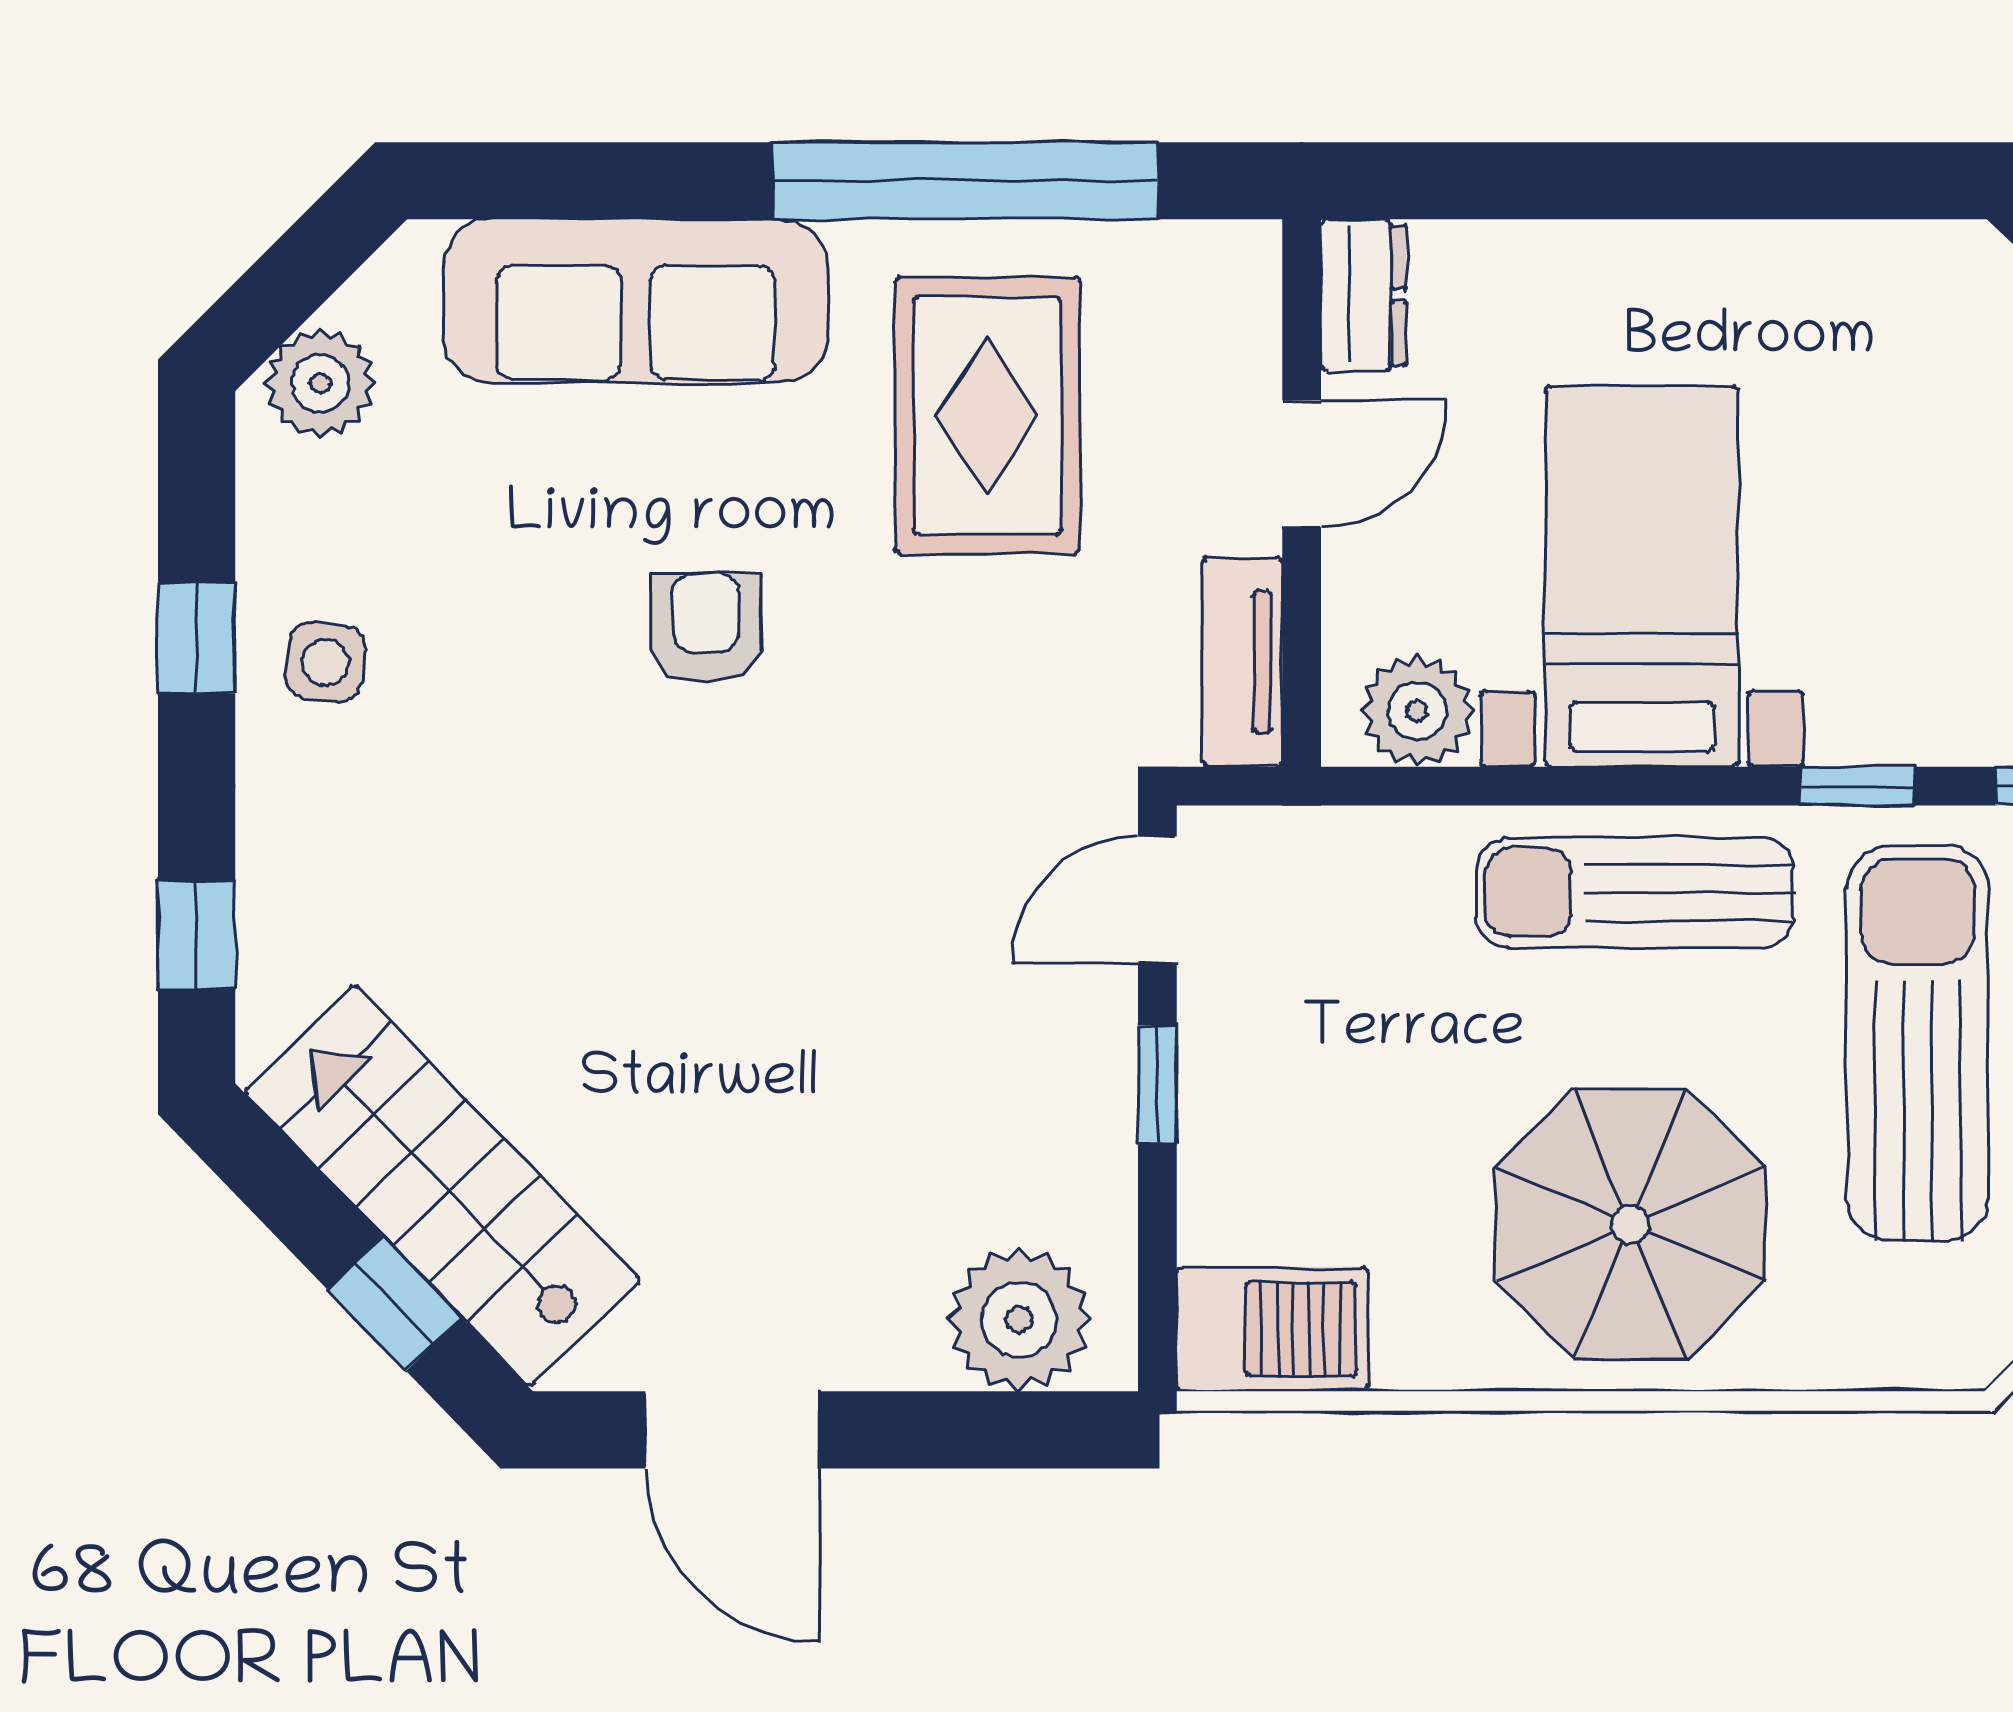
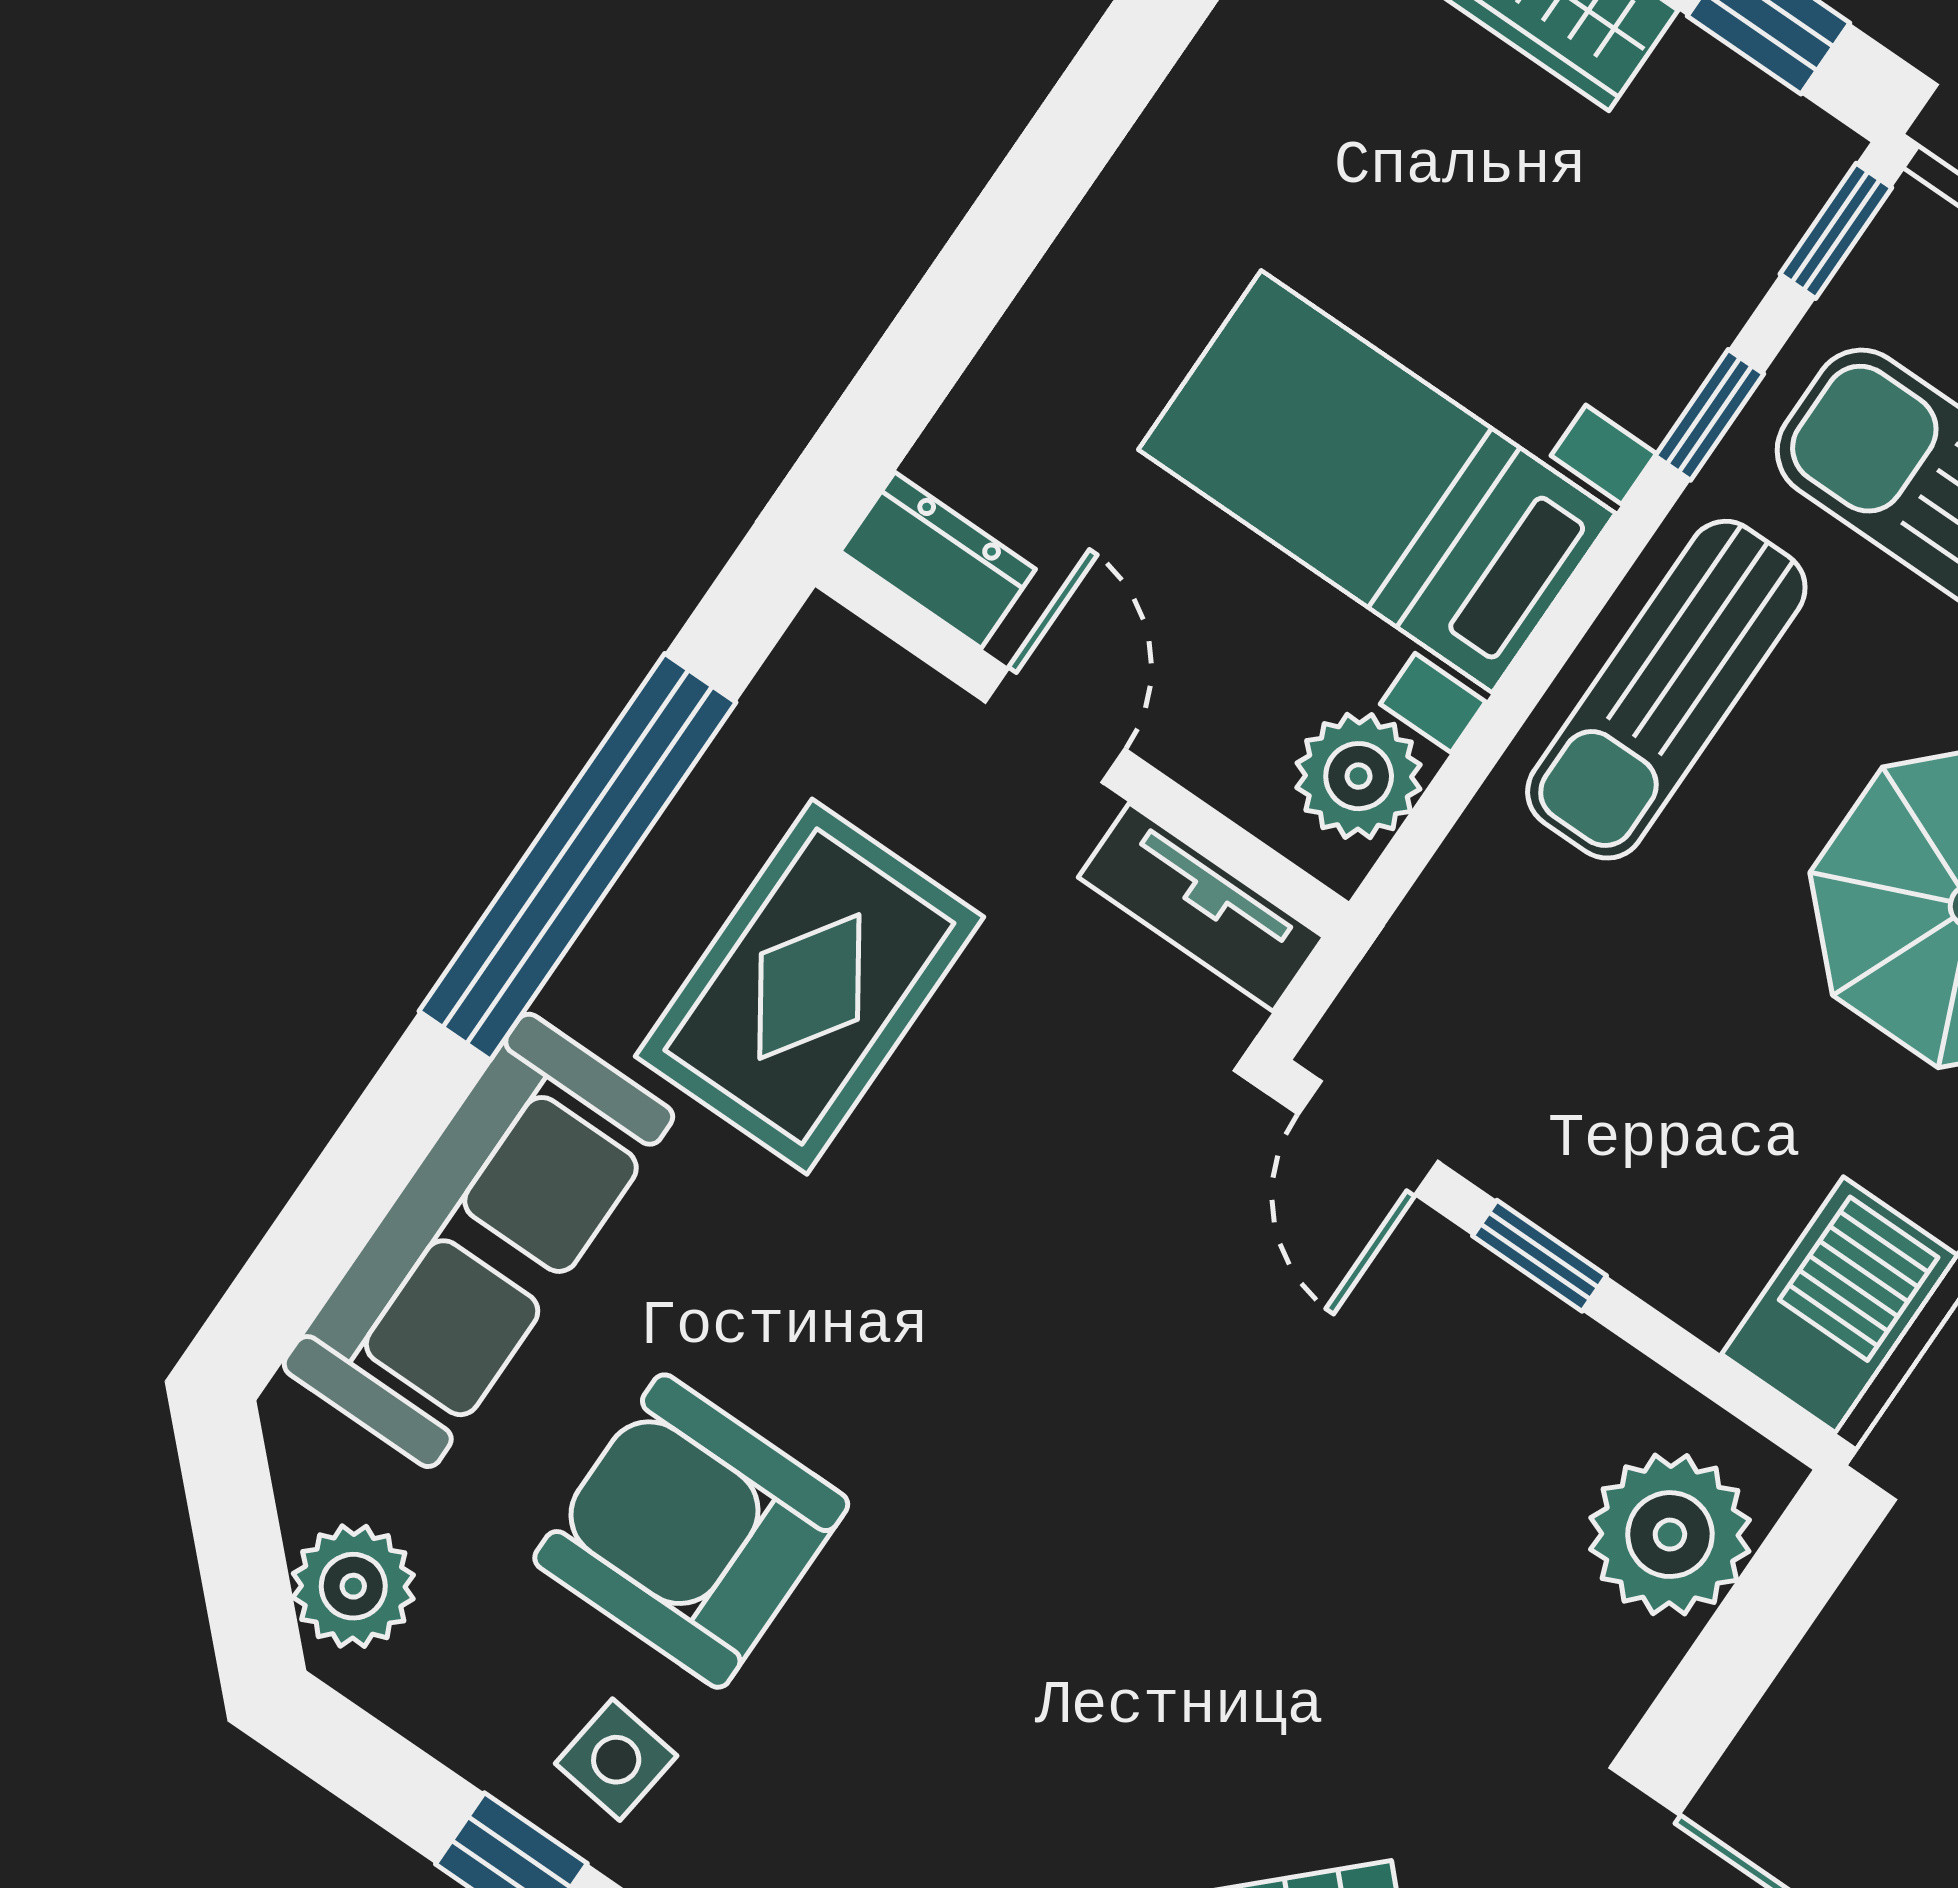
rug: (987, 415) -> (809, 987), turned 90
armchair: (706, 628) -> (691, 1531), moved, width x1.88, depth x1.88

